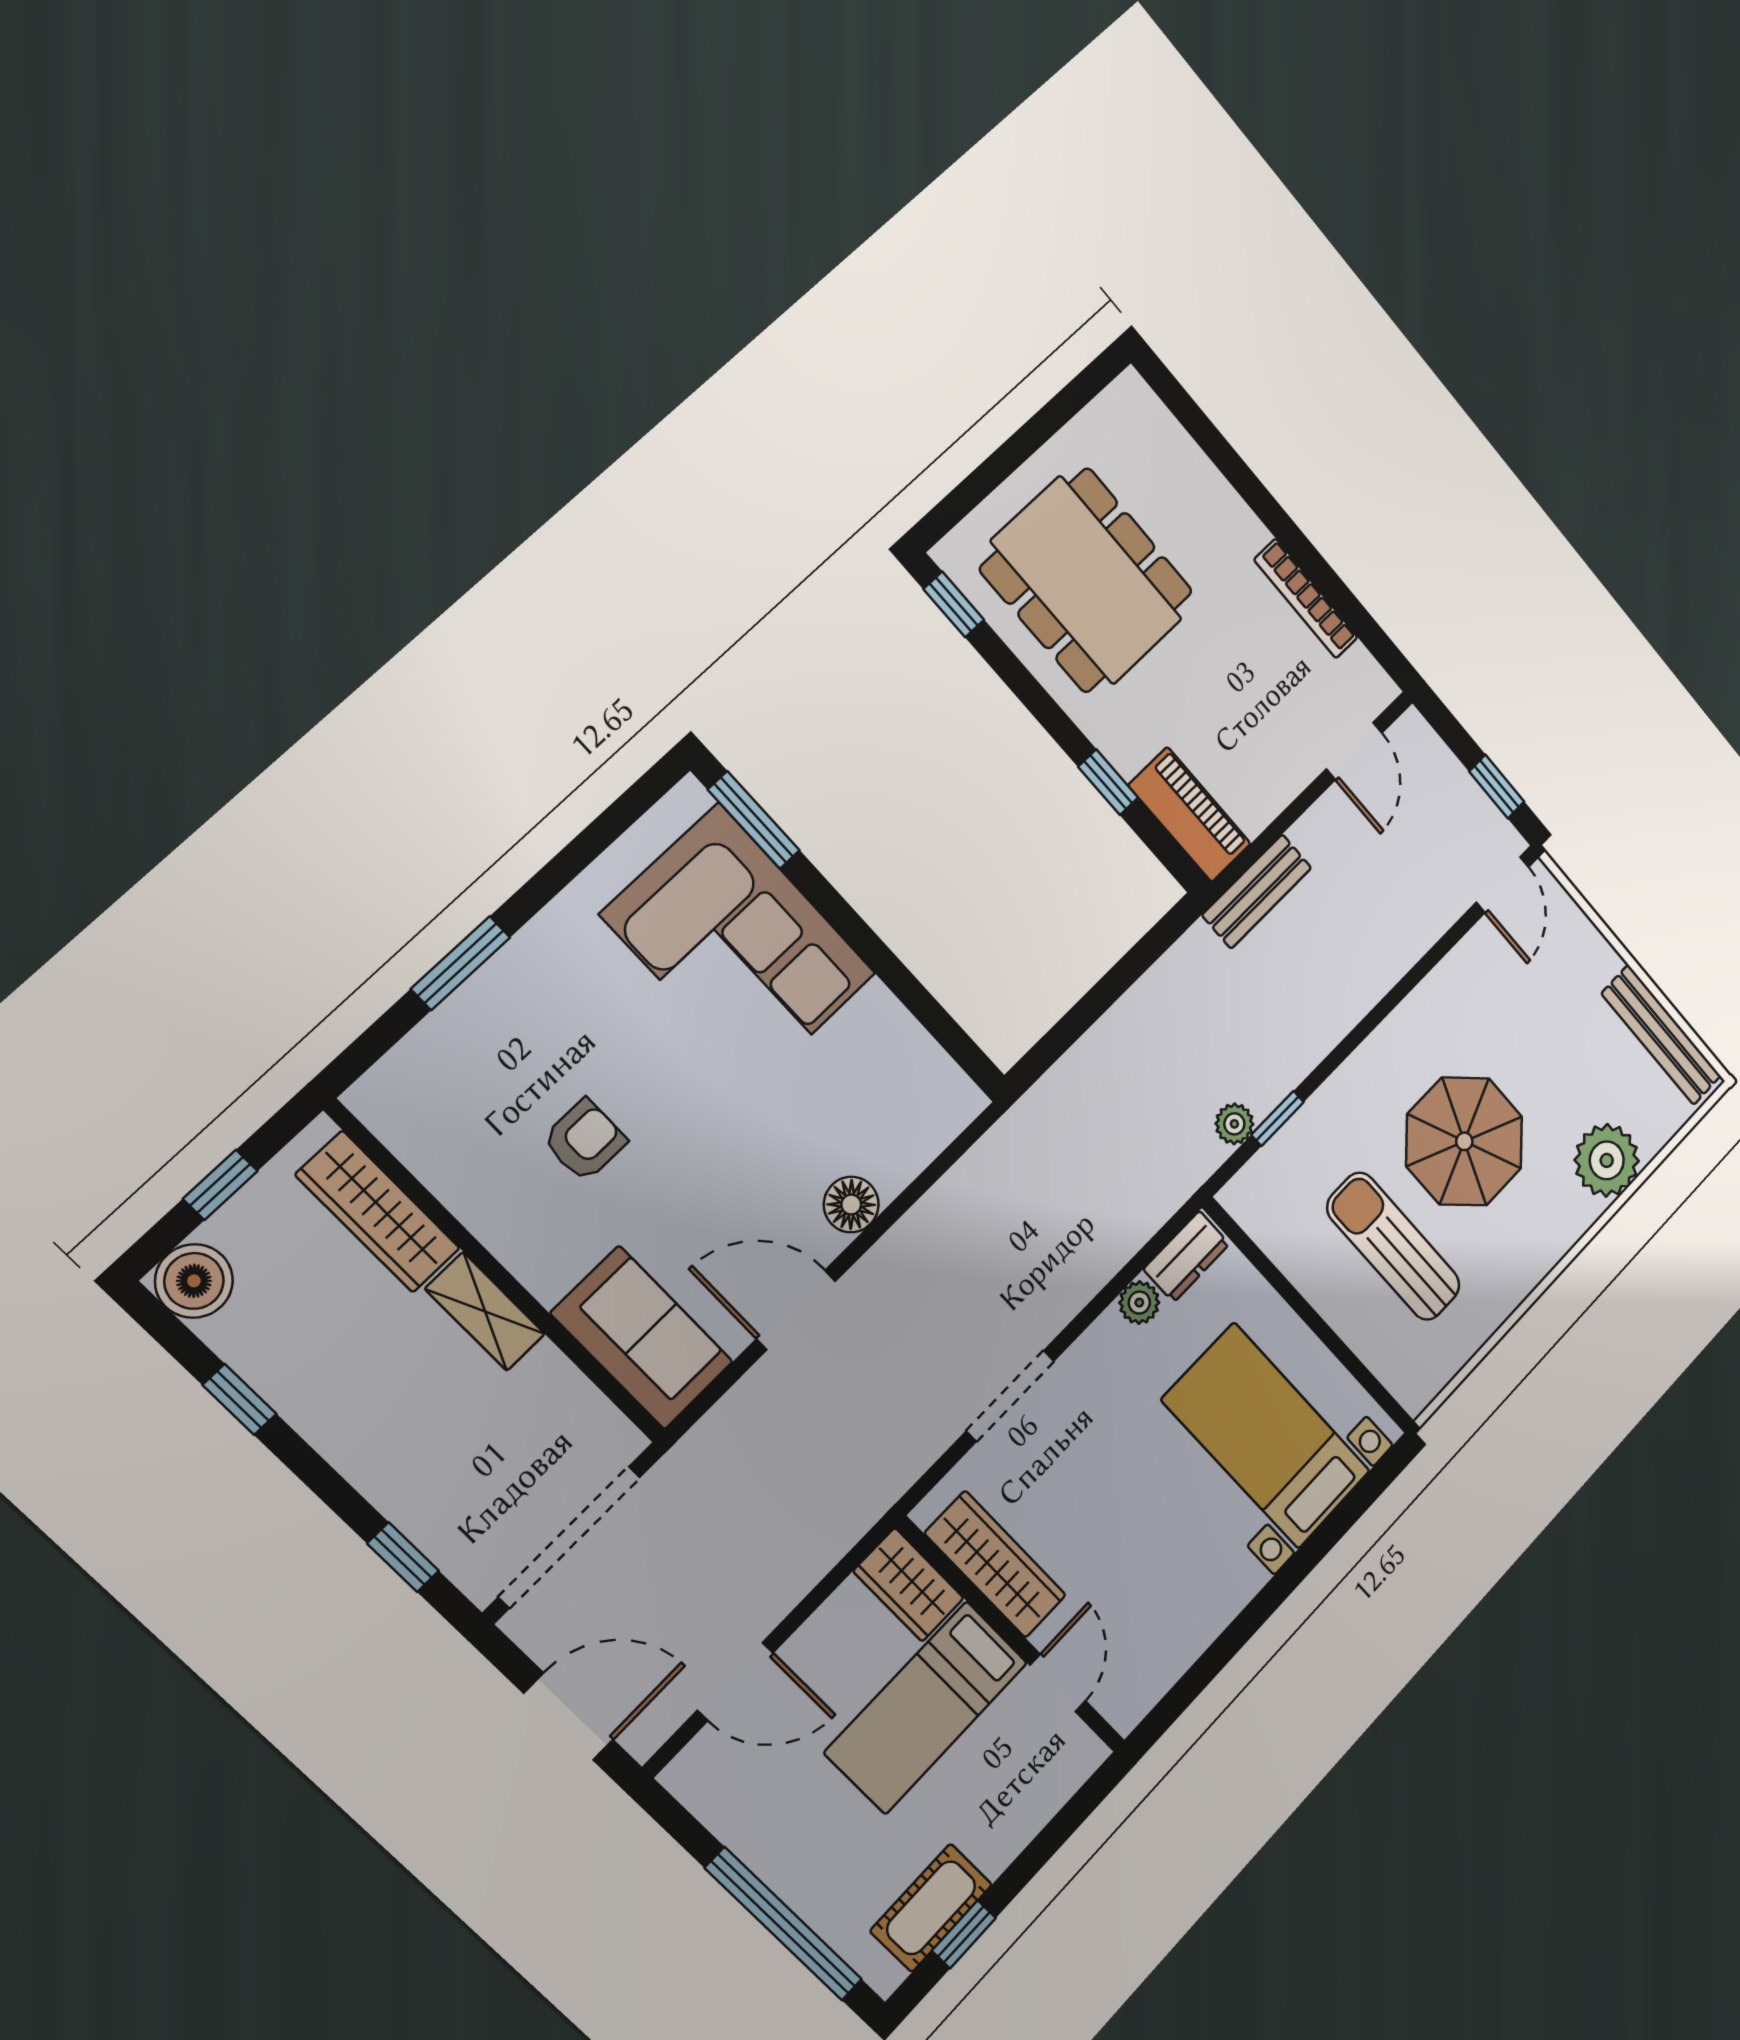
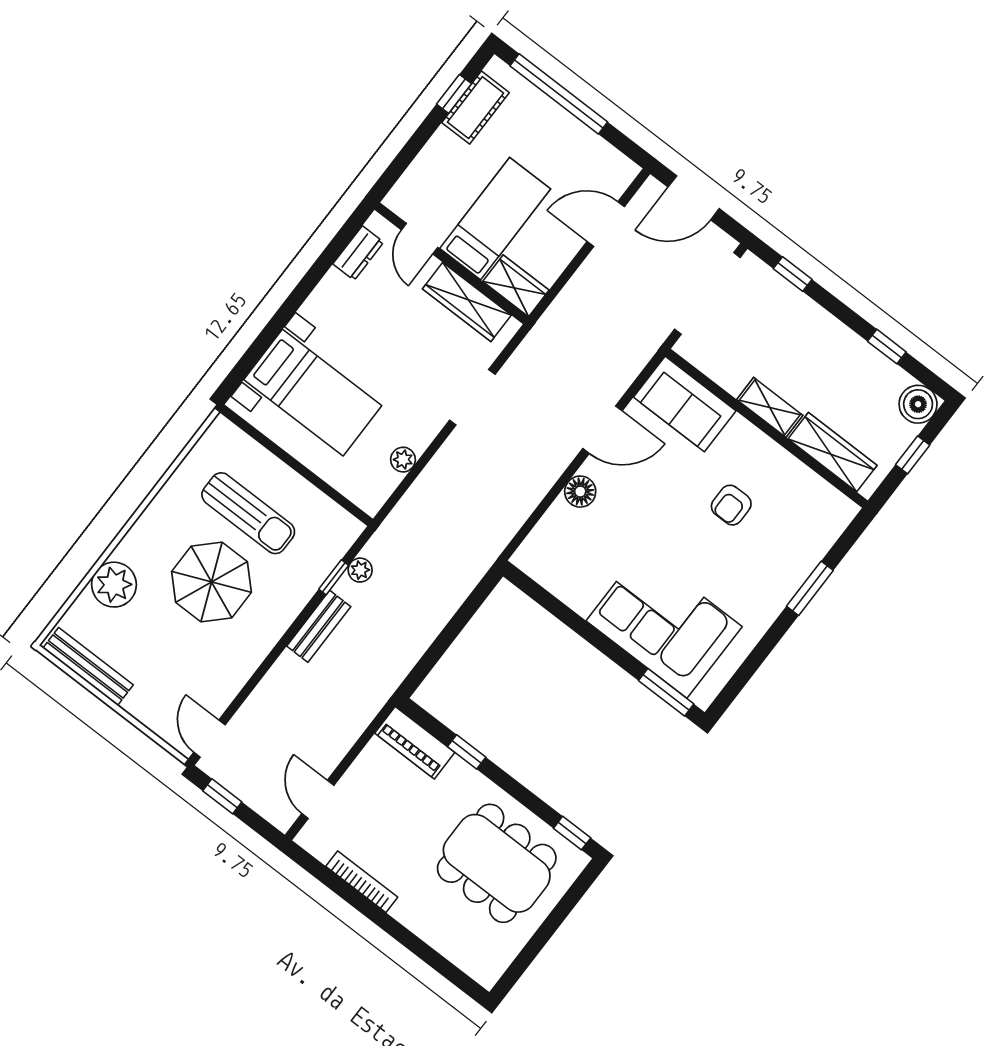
bench: (1257, 891) -> (319, 626), moved
dresser: (1186, 1257) -> (358, 253), moved, turned 180

